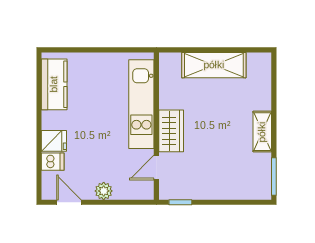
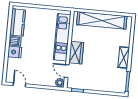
shelving: (214, 65) -> (102, 20), width x1.47
dishwasher: (53, 162) -> (15, 41), moved
door: (156, 168) -> (67, 71), hinge flipped
plant: (104, 191) -> (60, 83), moved

